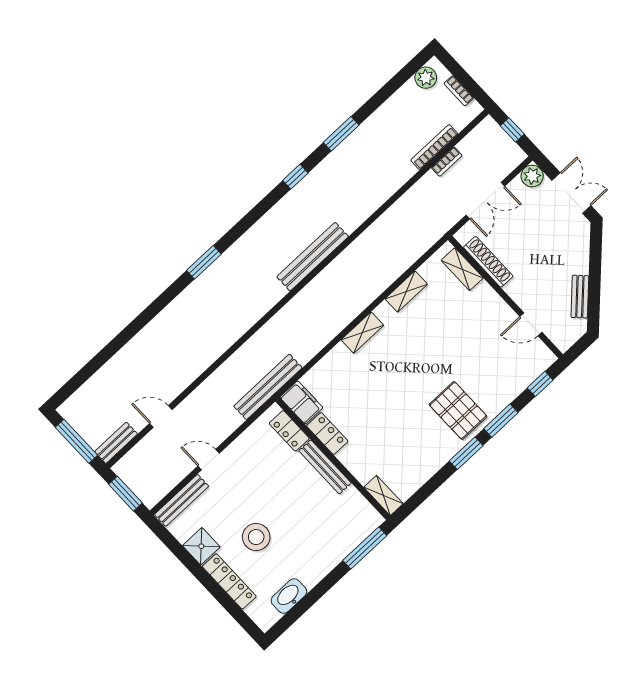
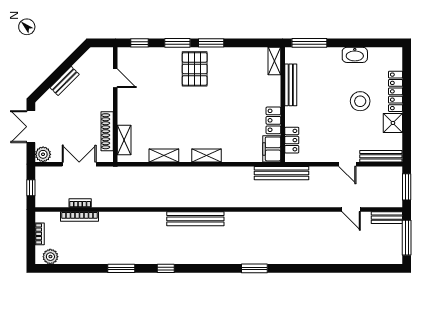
bench: (580, 297) -> (65, 81), moved
bench: (325, 467) -> (291, 85), moved
washbasin: (289, 596) -> (355, 55), moved

